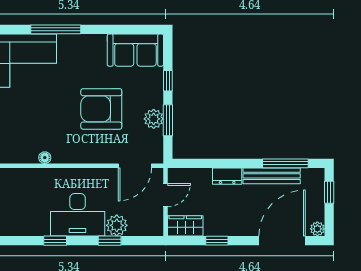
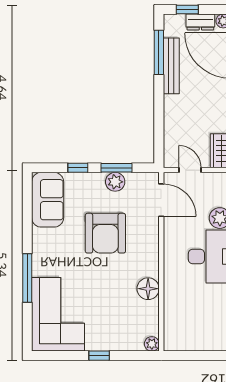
floor lamp: (45, 158) -> (148, 289), width x1.89, depth x1.89
dresser: (227, 176) -> (200, 22), moved, turned 90

